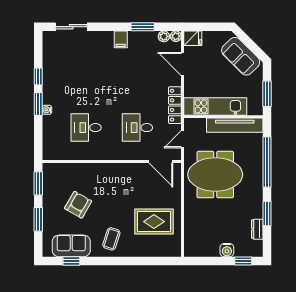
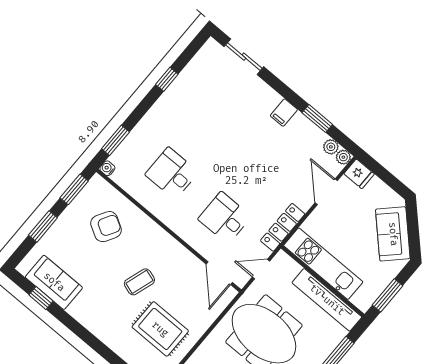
window: (38, 104) -> (115, 140), moved
water cooler: (47, 110) -> (107, 168), moved
armchair: (78, 205) -> (106, 227), moved
coffee table: (111, 239) -> (139, 282), moved

